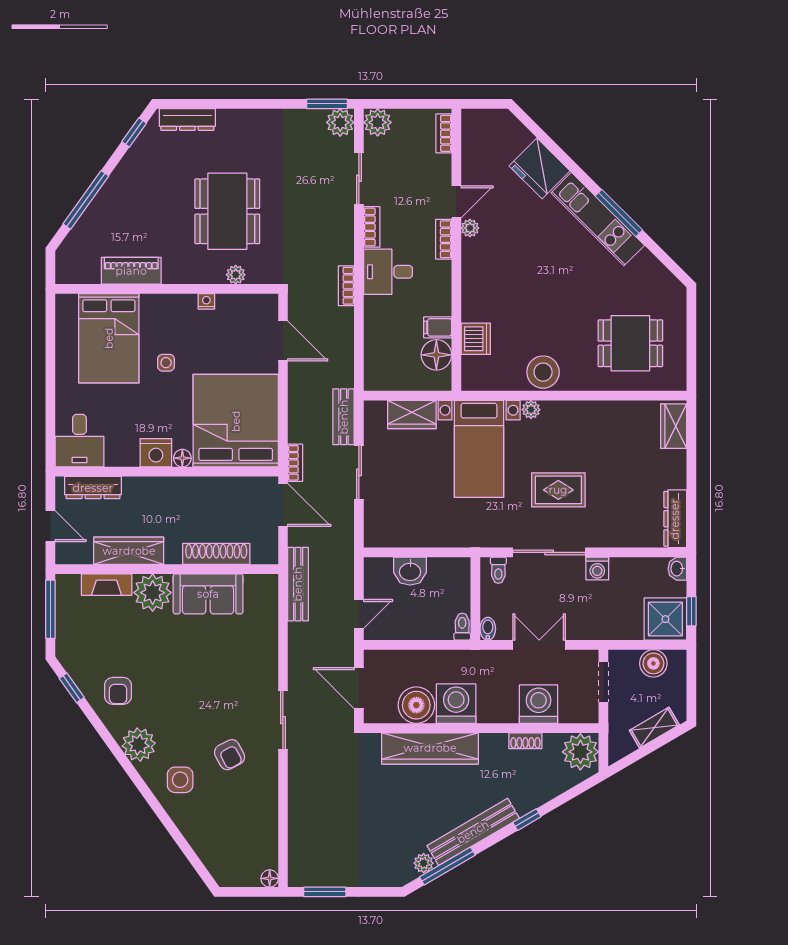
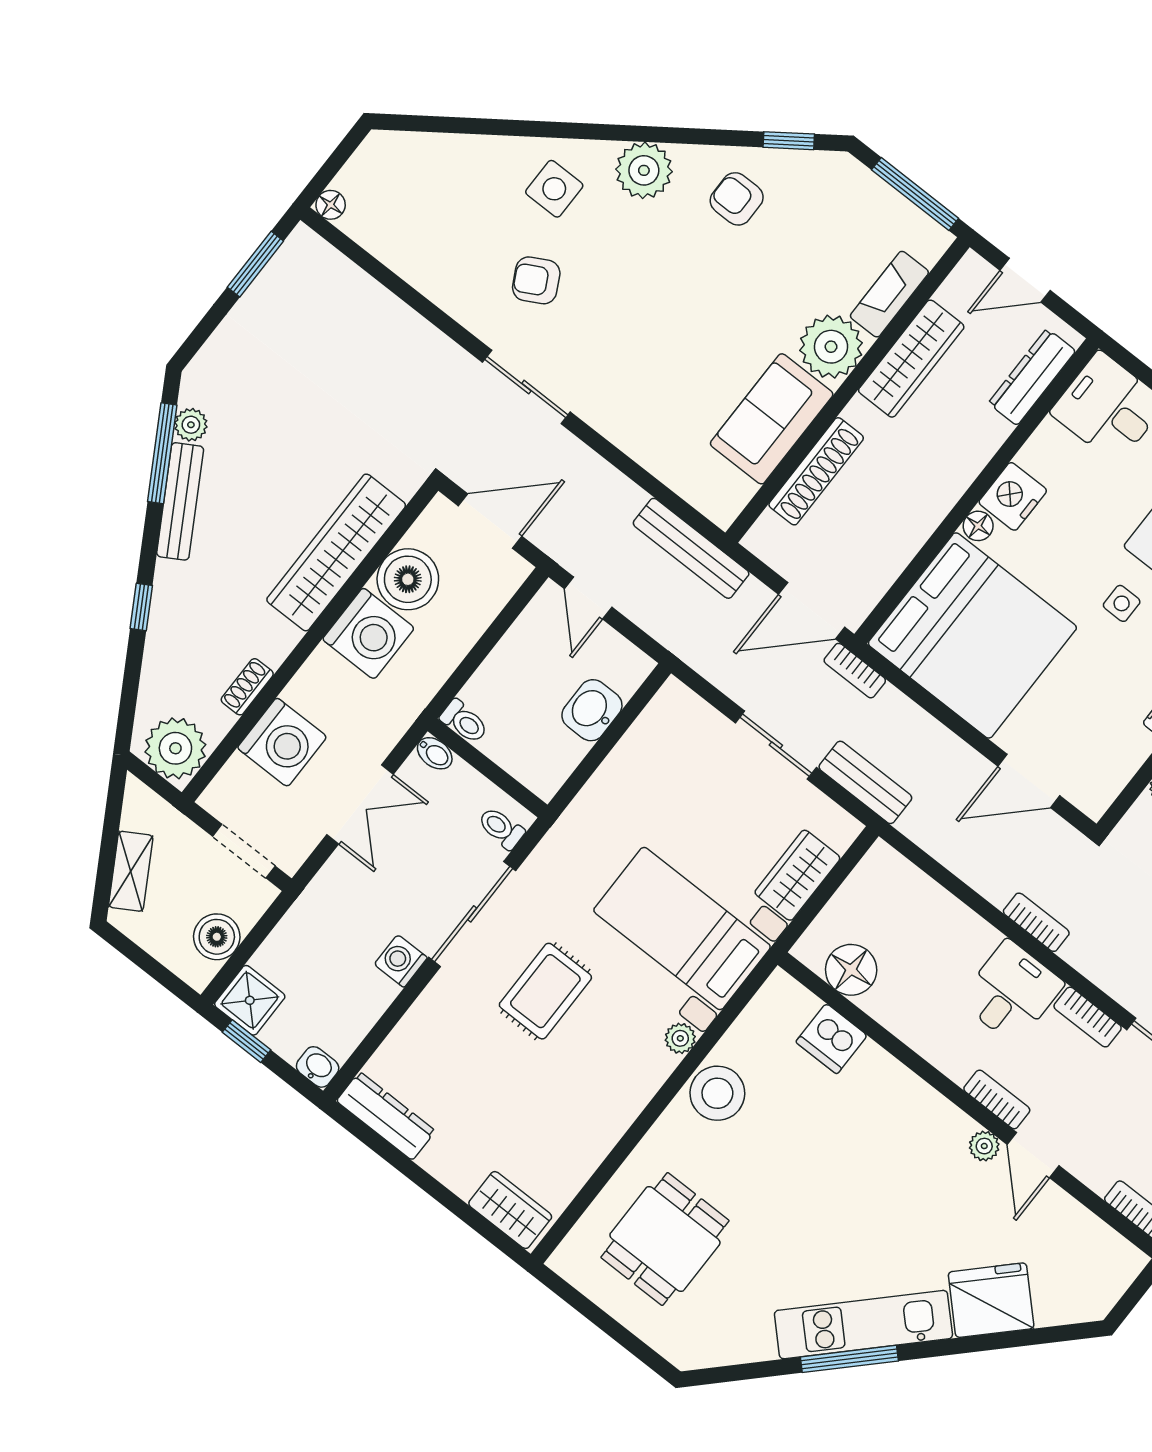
filing cabinet: (438, 327) -> (886, 1000), removed
shower: (665, 619) -> (250, 1000), width x0.73, depth x0.73
bench: (473, 832) -> (180, 501), width x0.73, depth x0.82

